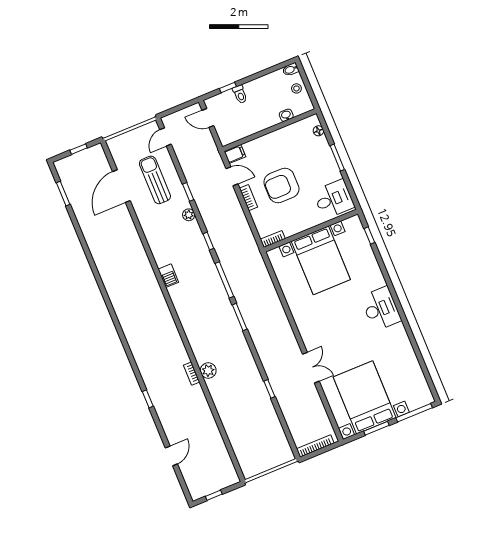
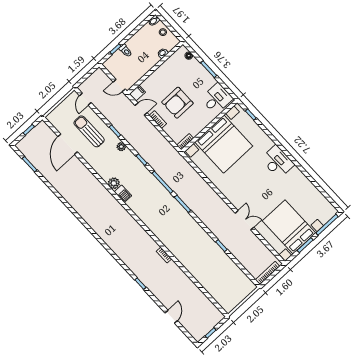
door: (208, 118) -> (119, 85), moved
bed with nightstands: (321, 260) -> (224, 144), width x1.36
plant: (208, 371) -> (114, 183), moved

